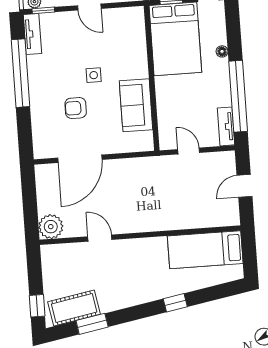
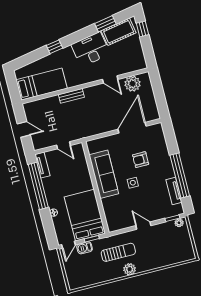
tv unit: (32, 34) -> (174, 191), moved
sofa: (136, 105) -> (104, 174), width x1.36
armchair: (76, 108) -> (141, 160), turned 180
door: (245, 186) -> (24, 129), hinge flipped
bench: (163, 224) -> (71, 96), added
plant: (51, 227) -> (132, 84), moved
desk: (121, 289) -> (91, 49), added

